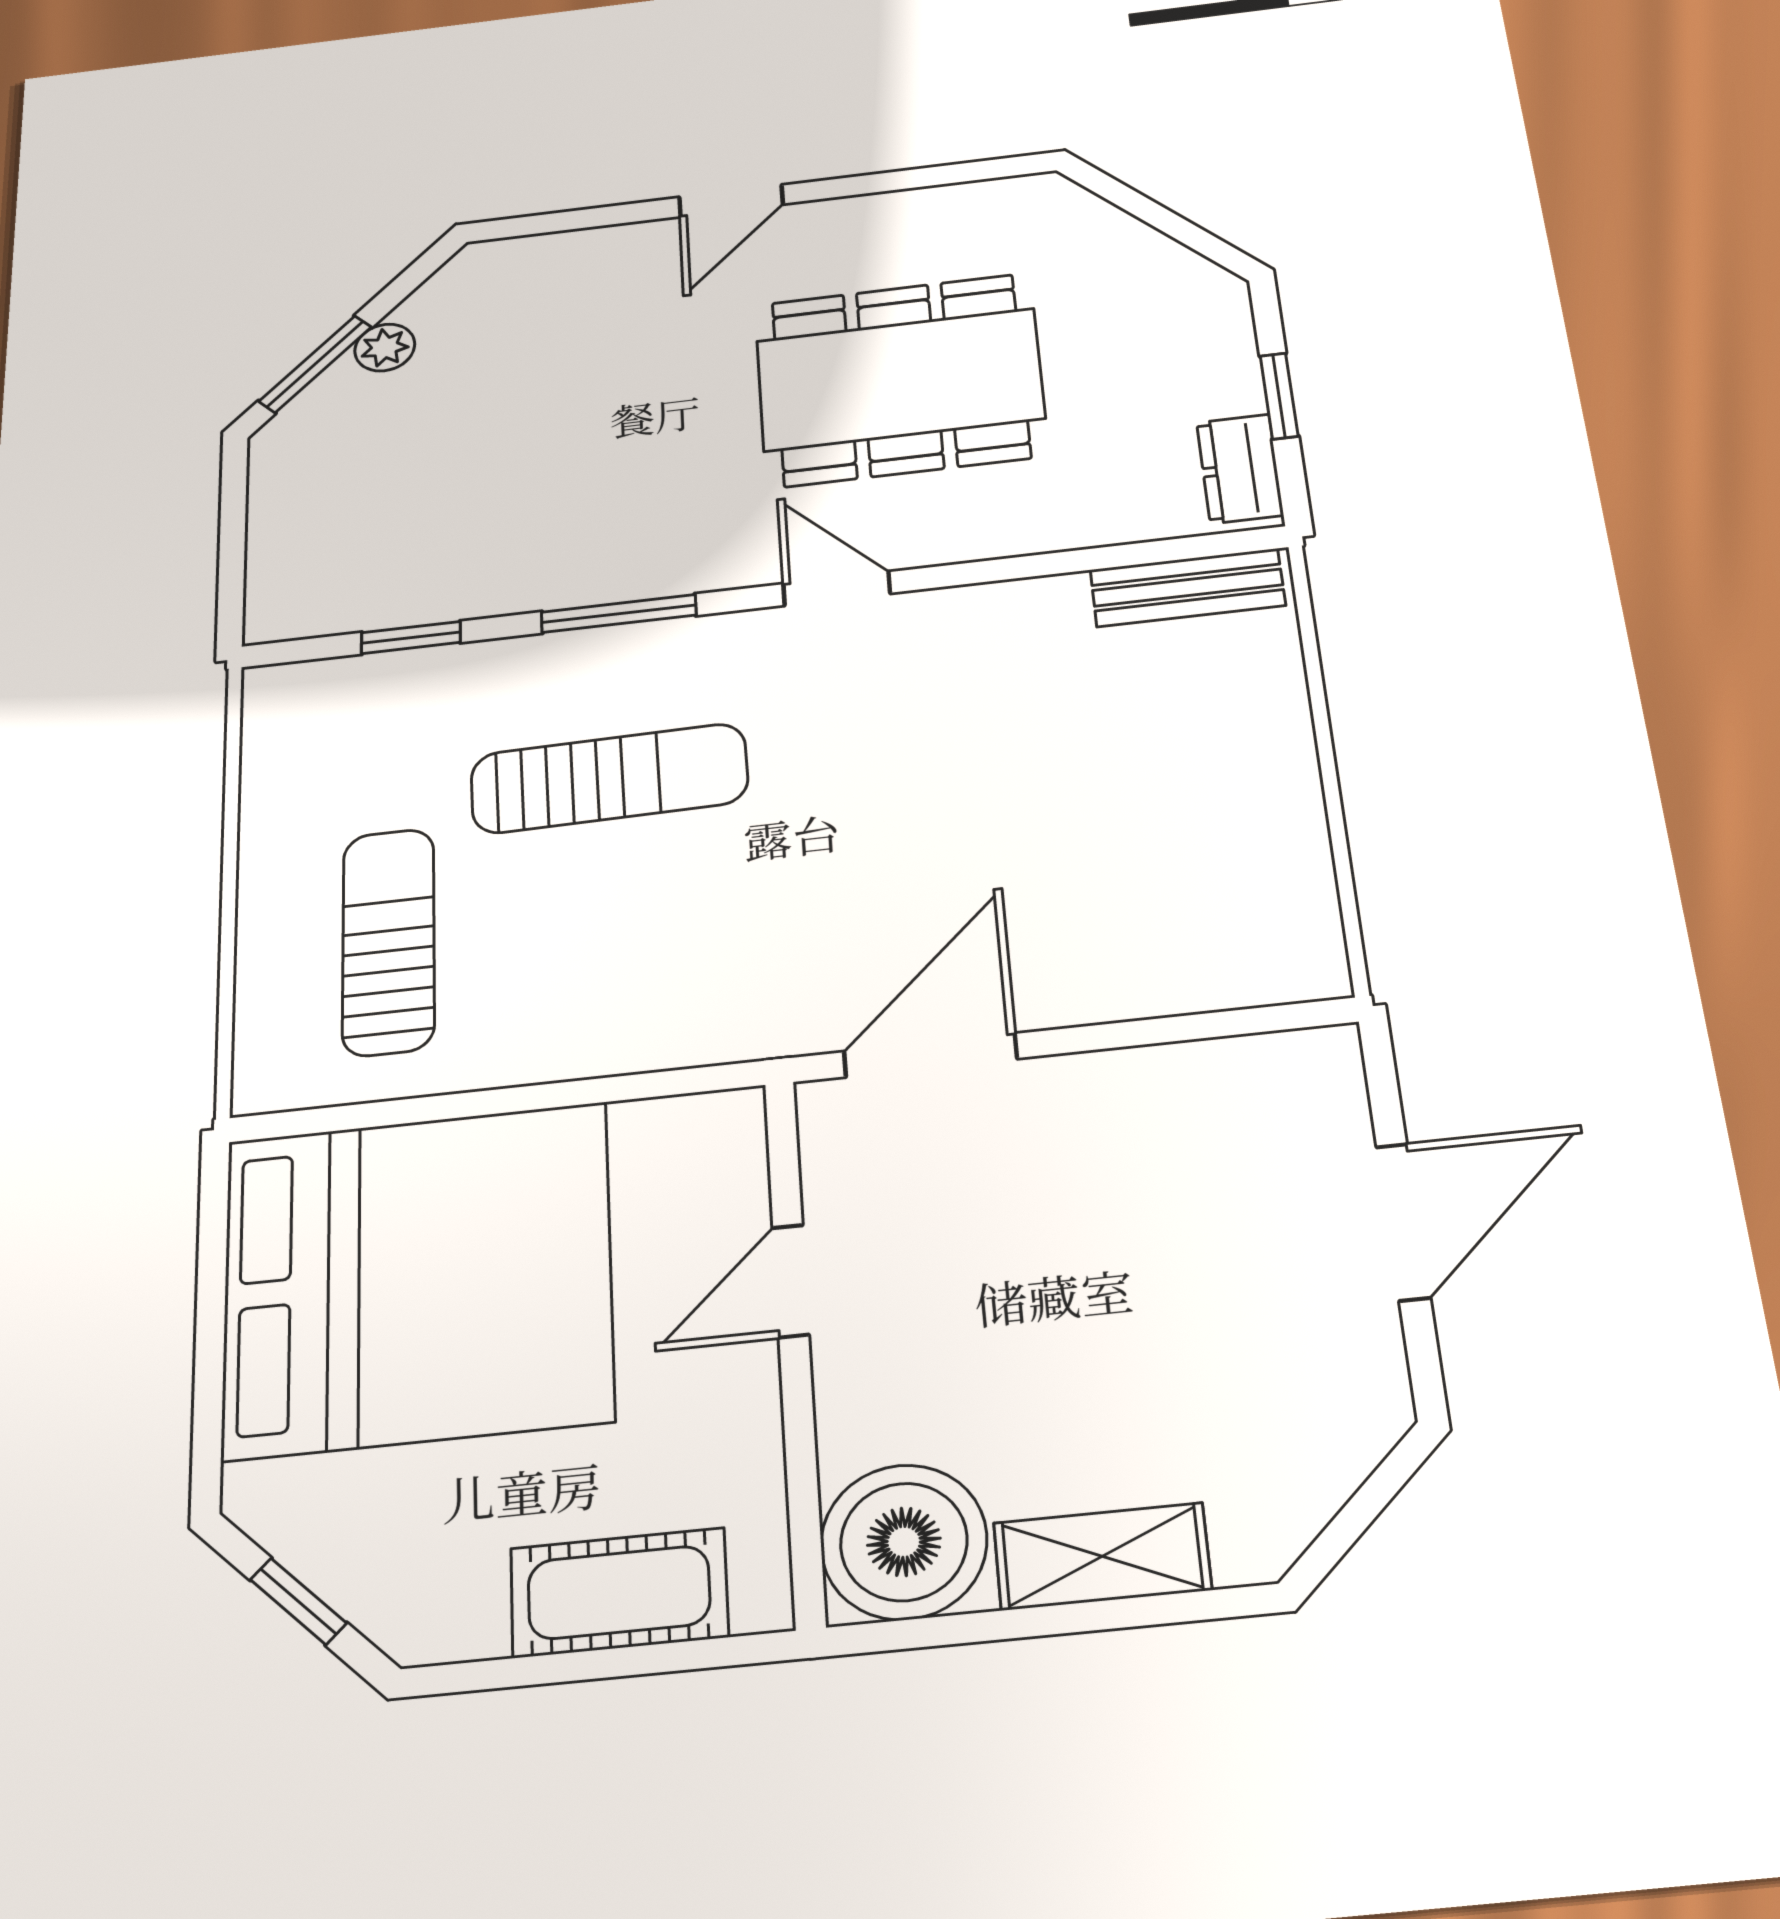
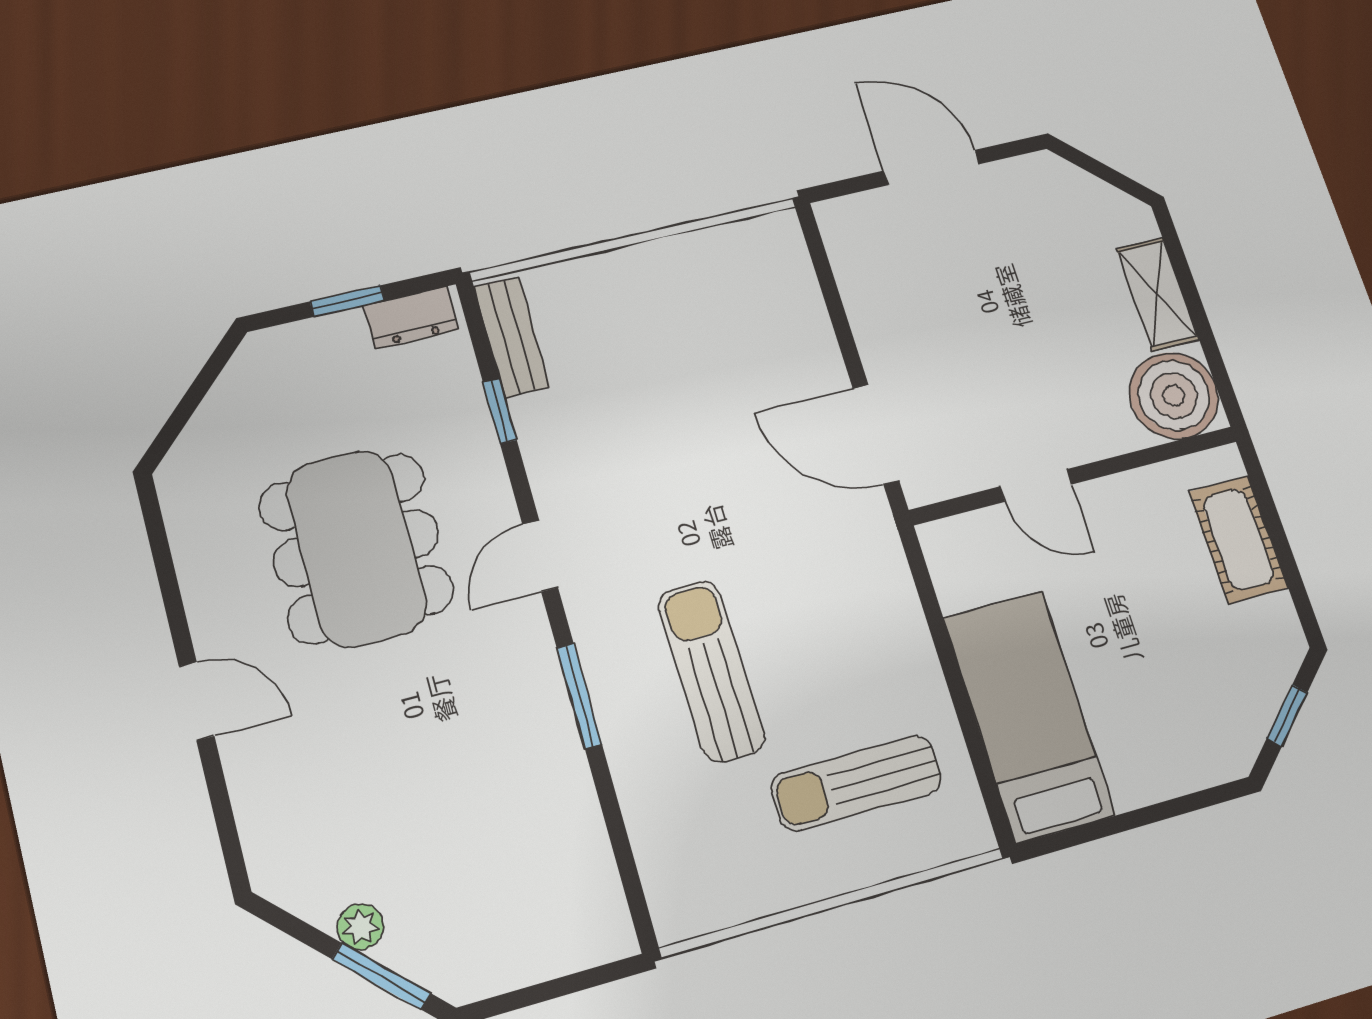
window: (411, 638) -> (500, 411), moved
bed: (417, 1278) -> (1029, 716), width x0.49

